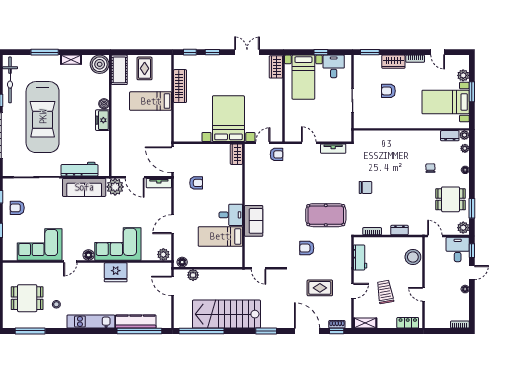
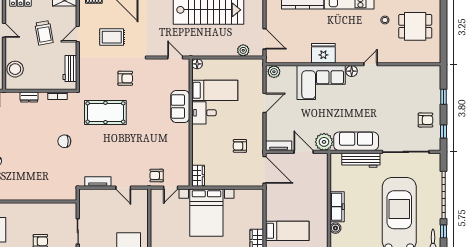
freezer: (102, 120) -> (337, 207), width x1.40
corner sofa: (40, 245) -> (402, 82), removed
floor lamp: (182, 262) -> (197, 64), moved

